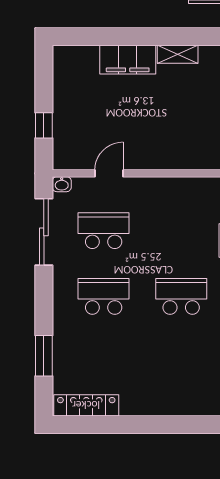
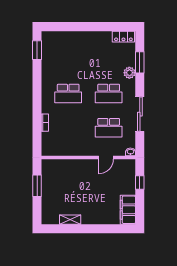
filing cabinet: (128, 60) -> (128, 210), moved, turned -90
sliding door: (44, 232) -> (140, 114), moved
plant: (64, 336) -> (129, 73), added
locker: (86, 405) -> (123, 37), width x0.66

